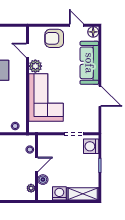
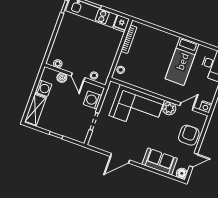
nightstand: (21, 32) -> (206, 107), added
sofa: (89, 63) -> (160, 161), width x0.73
washing machine: (91, 146) -> (93, 100), moved, turned -90

